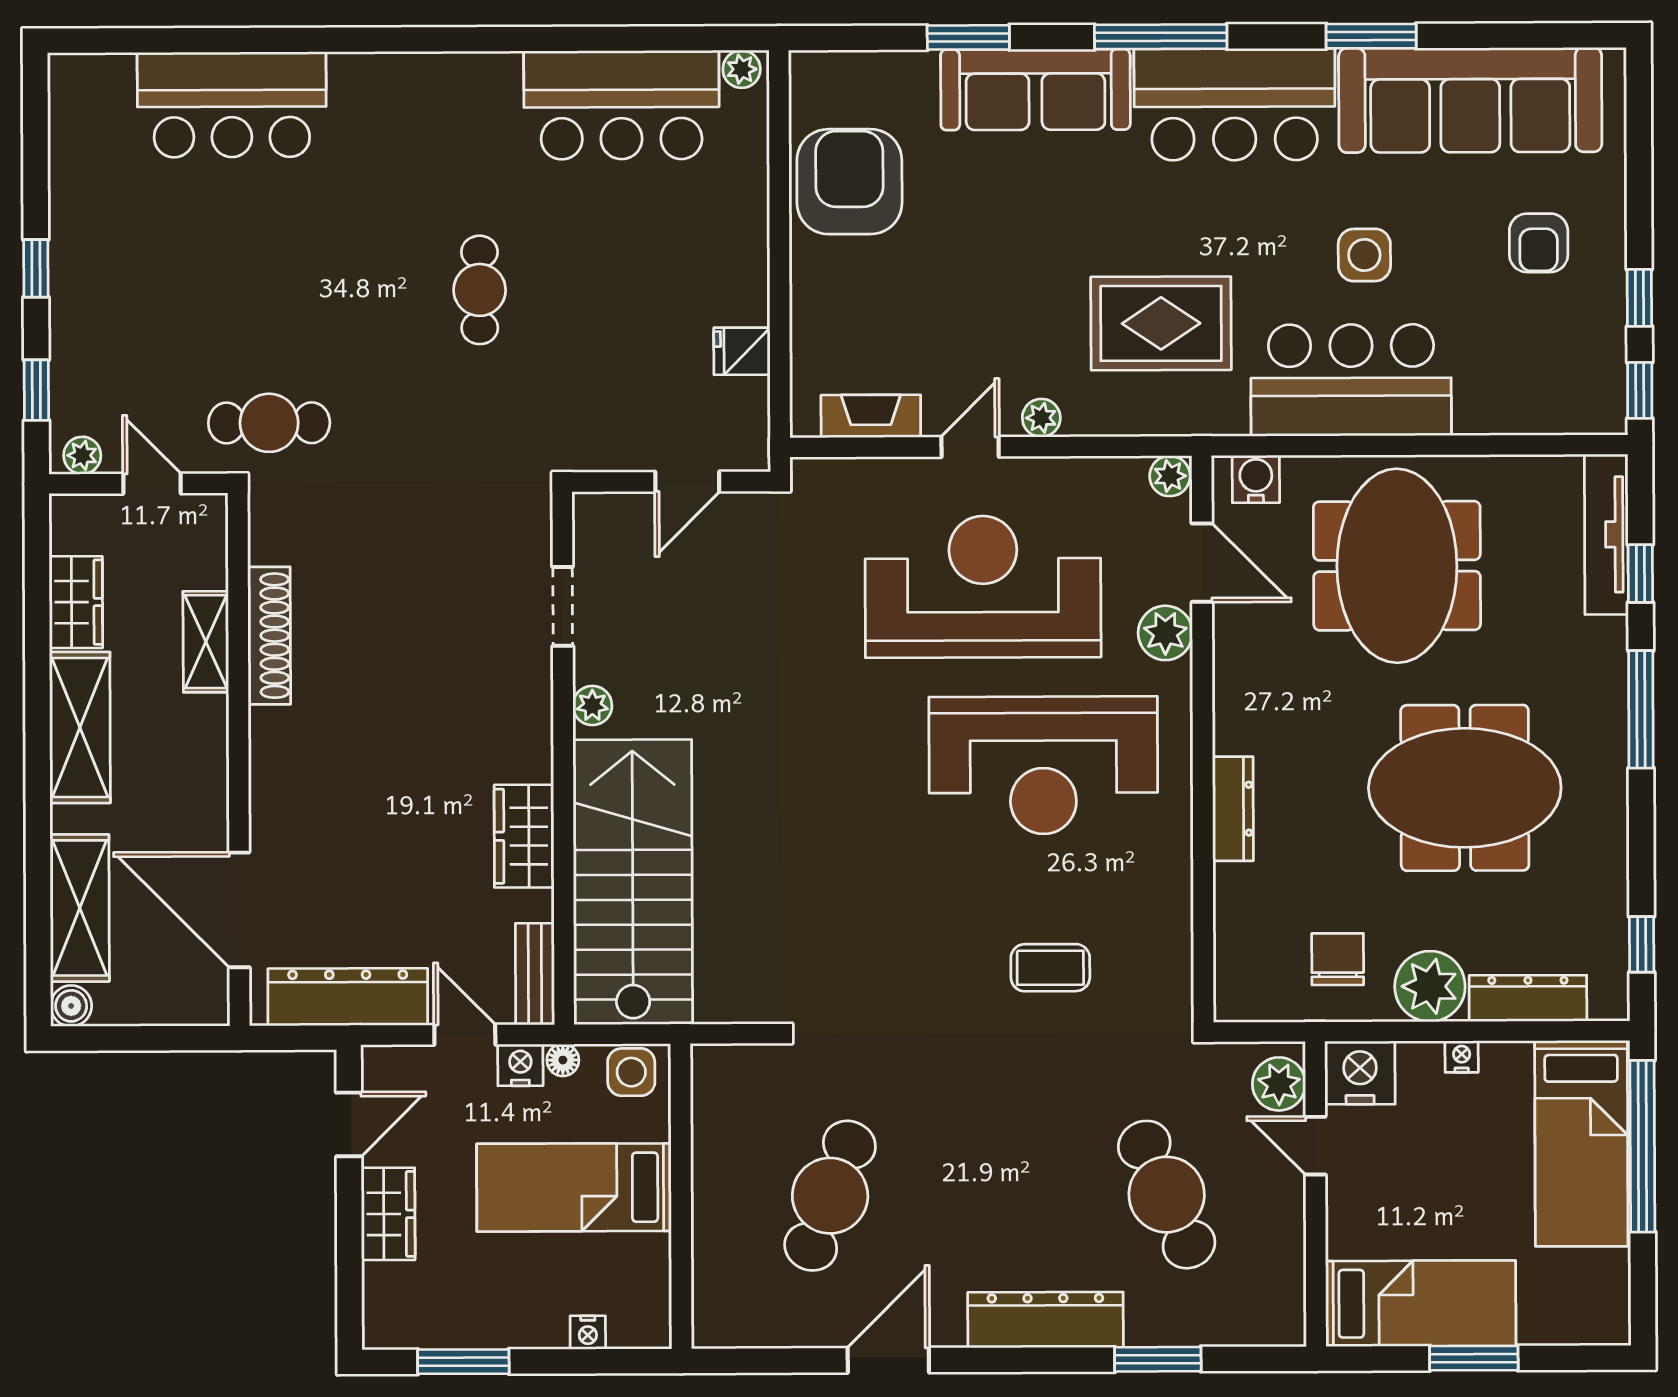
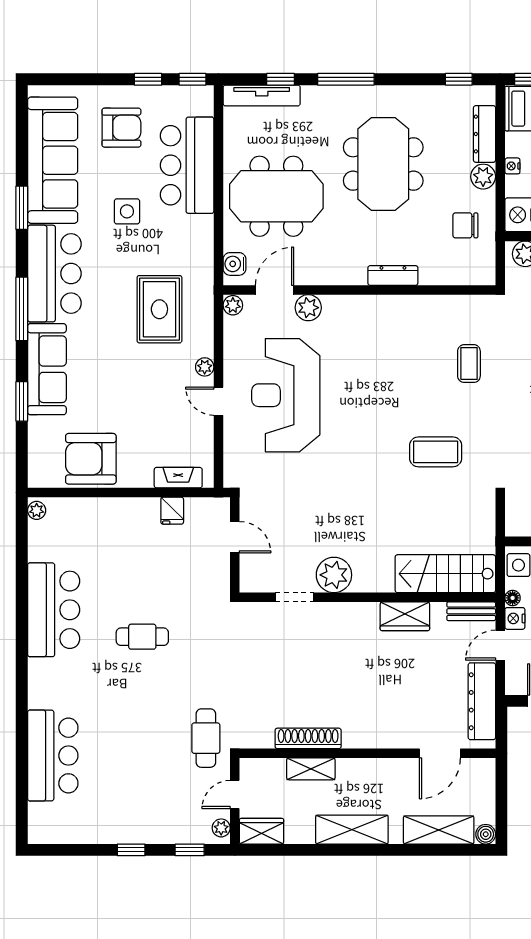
bar counter: (621, 105) -> (54, 610), moved
armchair: (1539, 243) -> (121, 128), width x1.38, depth x1.38
bar counter: (1351, 380) -> (187, 165), moved
fireplace: (871, 416) -> (178, 478), moved, turned 90
wardrobe: (76, 602) -> (262, 831), moved
plant: (592, 705) -> (334, 575), width x1.88, depth x1.88
reception desk: (1043, 765) -> (372, 367), removed
stairs: (633, 882) -> (445, 574), width x0.73, depth x0.66
coffee table: (866, 899) -> (436, 452), added
door: (239, 910) -> (440, 753), width x0.73
plant: (1430, 986) -> (483, 177), width x0.73, depth x0.73

